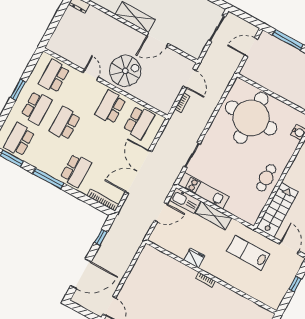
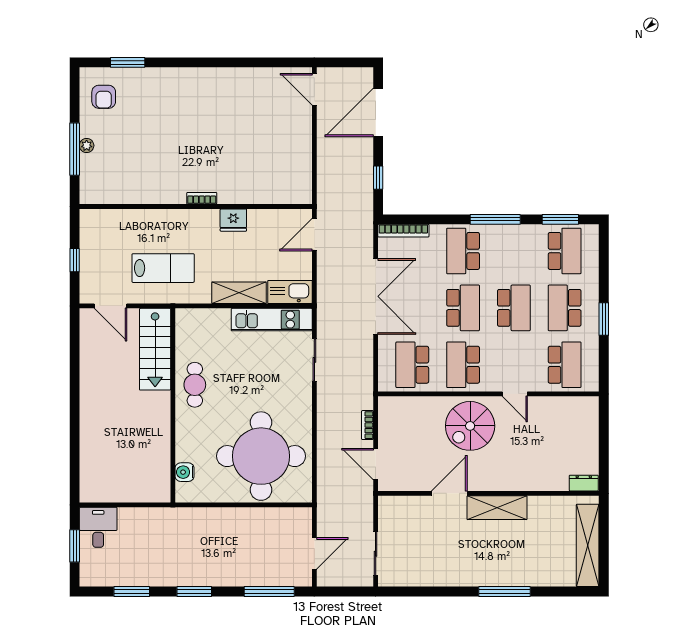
school desk: (111, 107) -> (463, 365), turned 180
school desk: (93, 139) -> (463, 308), added
door: (161, 212) -> (314, 235), moved

